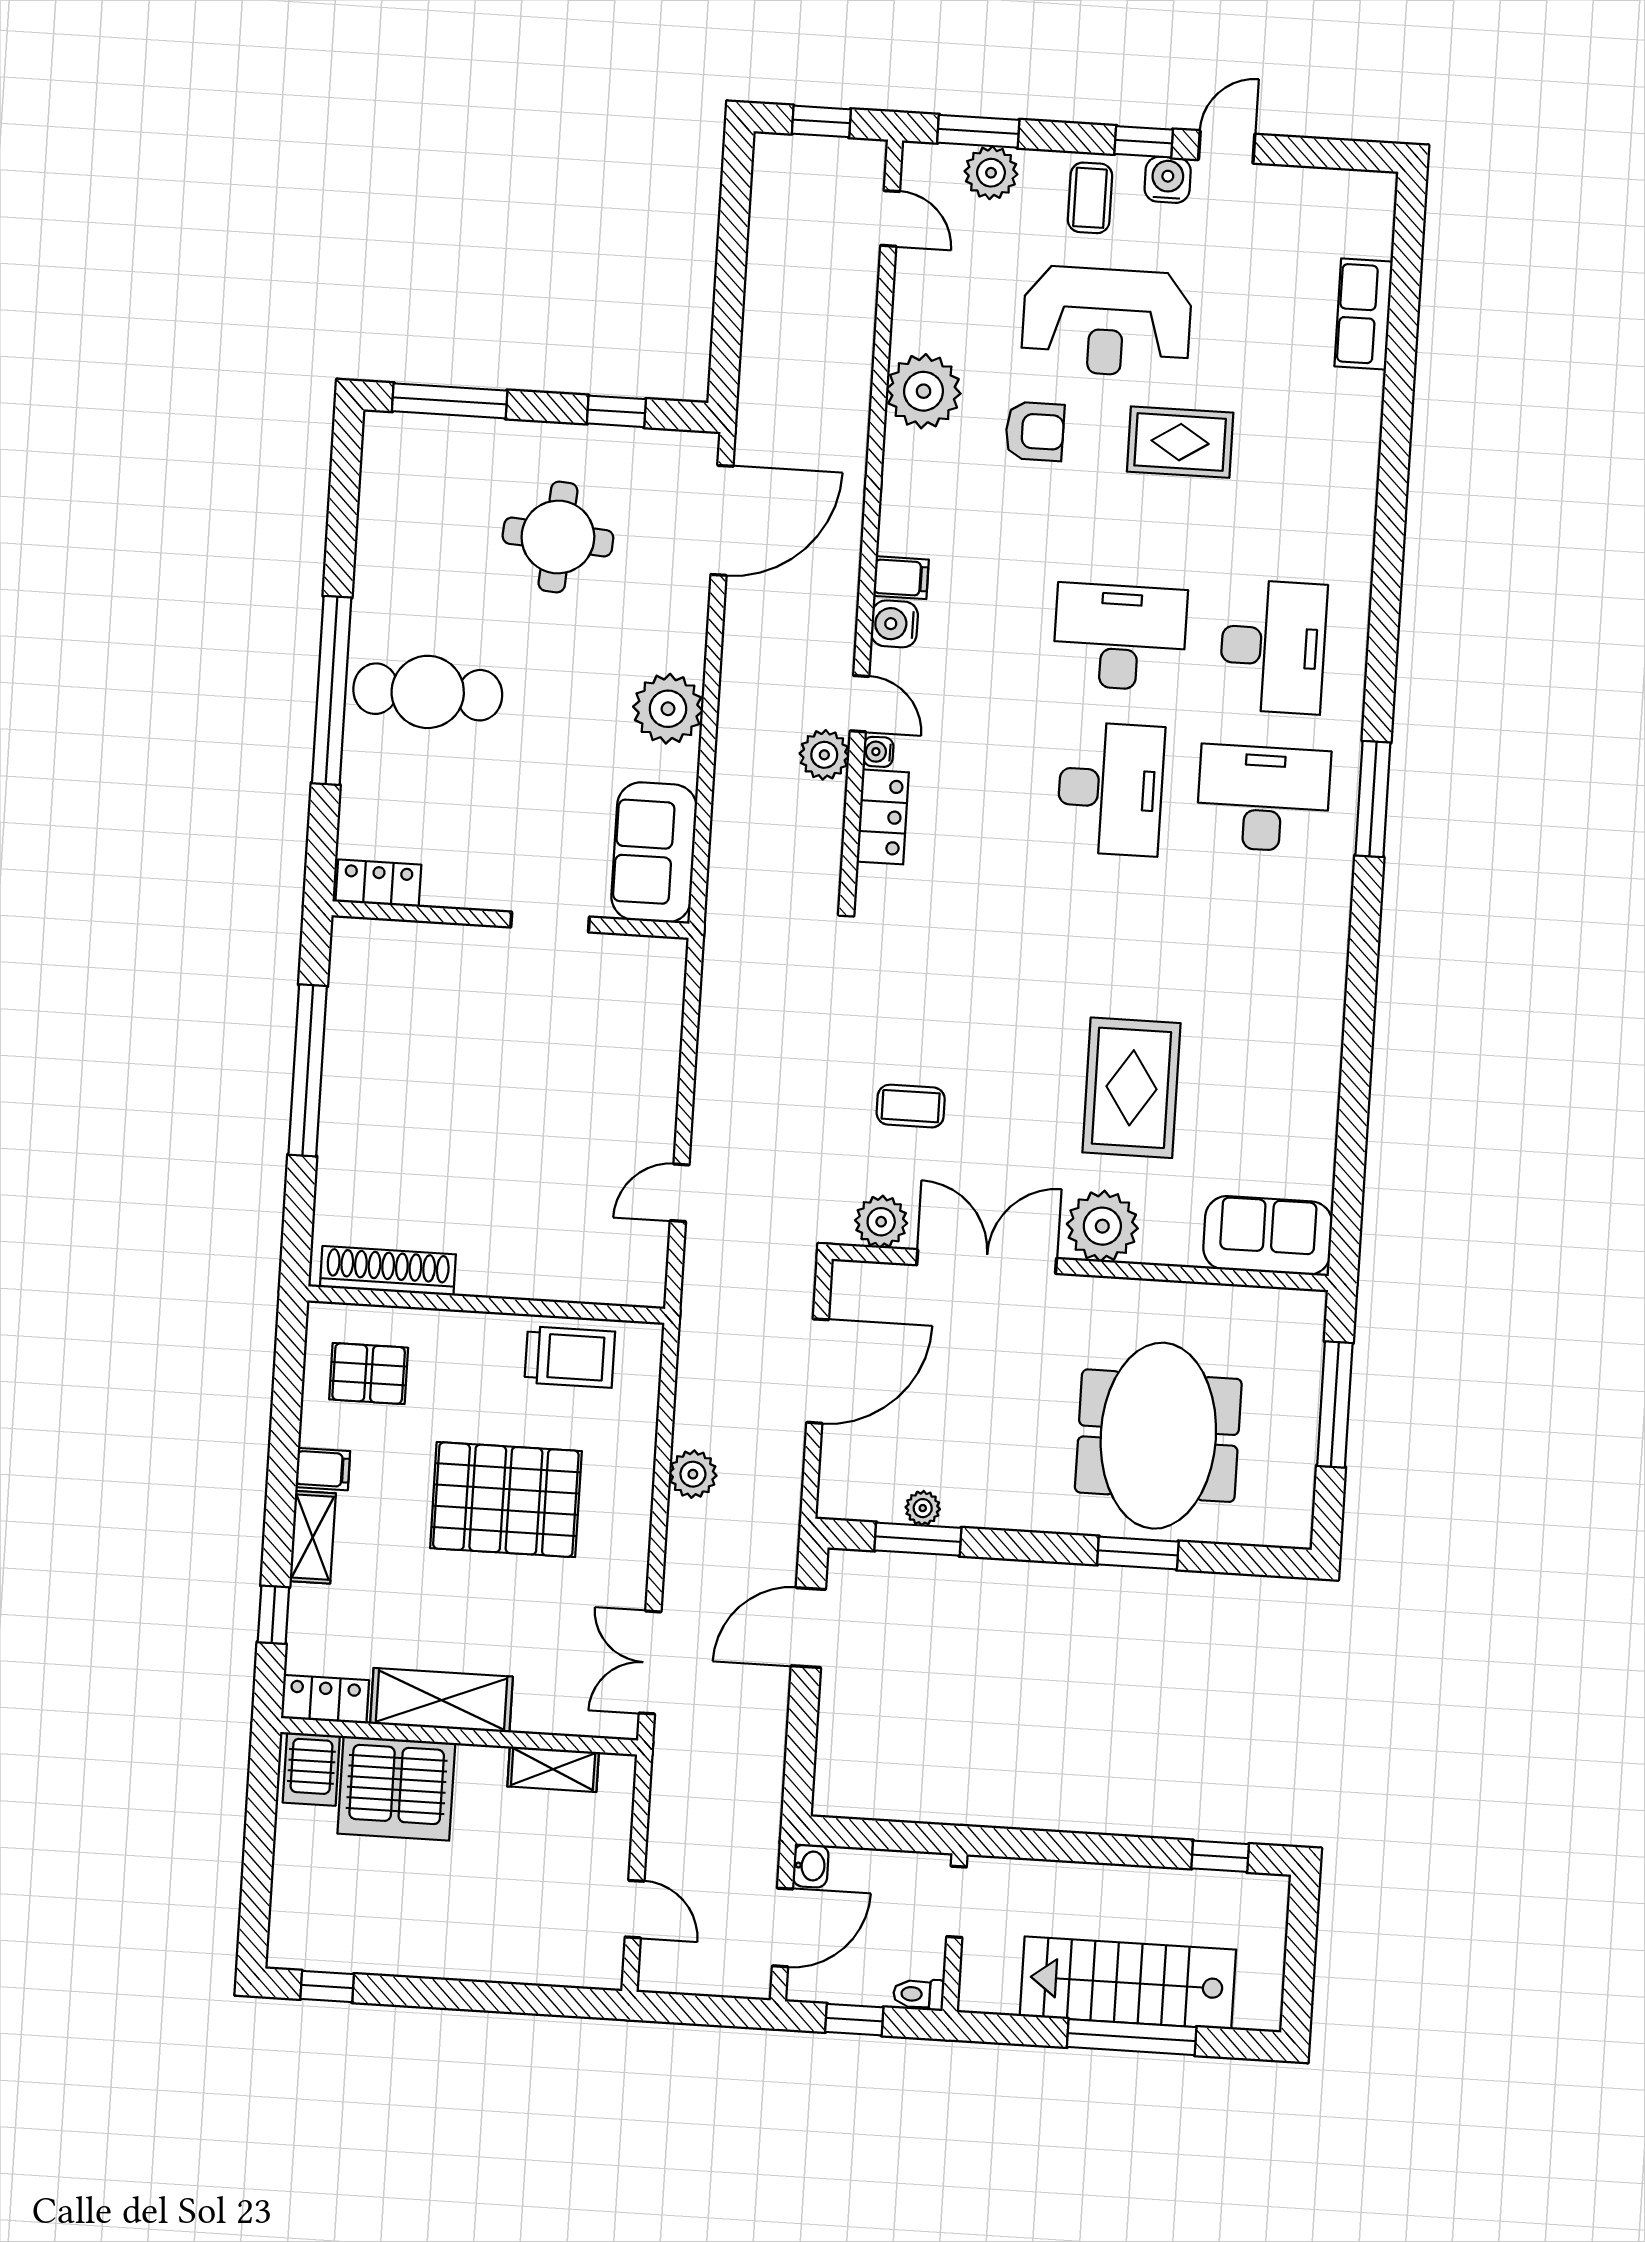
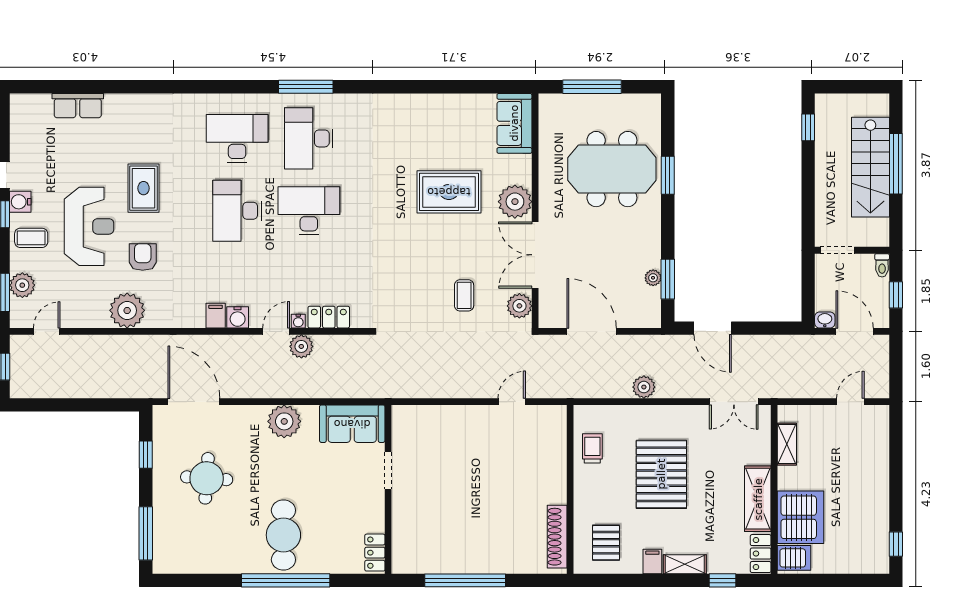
door: (680, 1193) -> (512, 402), swing flipped
trolley: (570, 1357) -> (592, 448), width x0.73, depth x0.72

